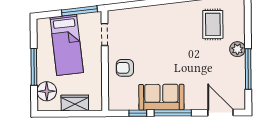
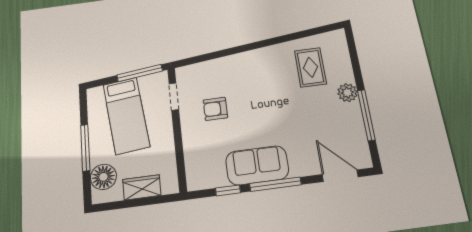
armchair: (125, 68) -> (215, 109), moved

